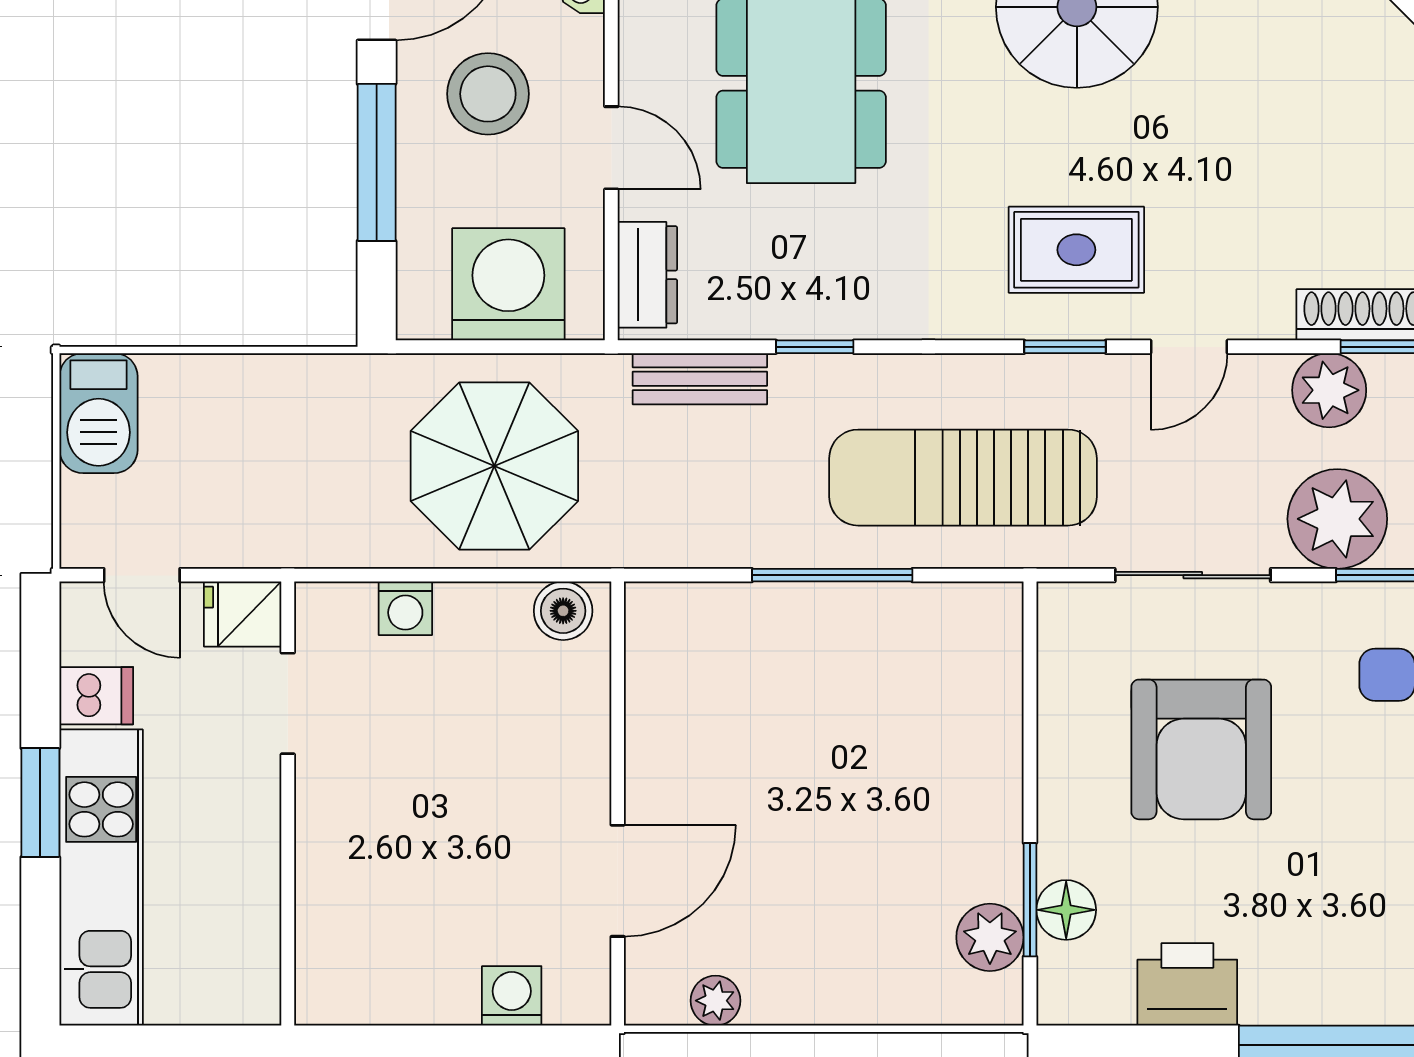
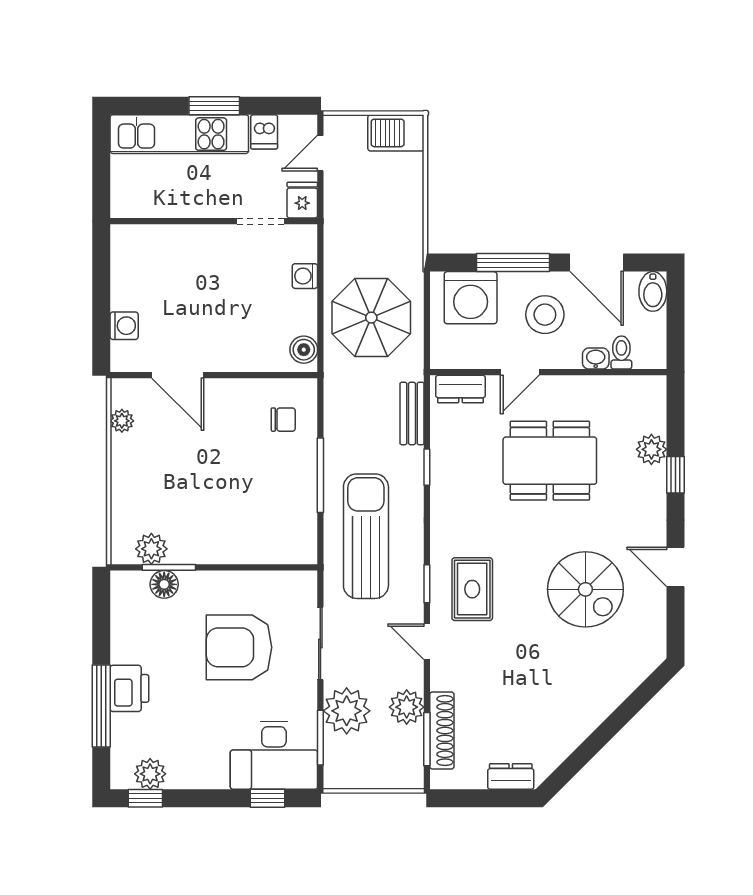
washing machine: (508, 284) -> (471, 298), moved, turned 90
chair: (713, 655) -> (283, 420), added
printer: (1187, 984) -> (129, 688), moved

